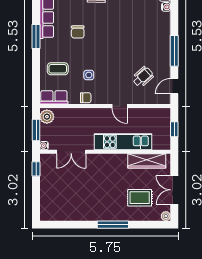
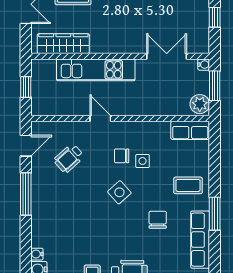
side table: (106, 52) -> (119, 192), added
coffee table: (58, 69) -> (188, 185), moved
chair: (86, 98) -> (122, 156), moved
window: (36, 169) -> (215, 17), moved

